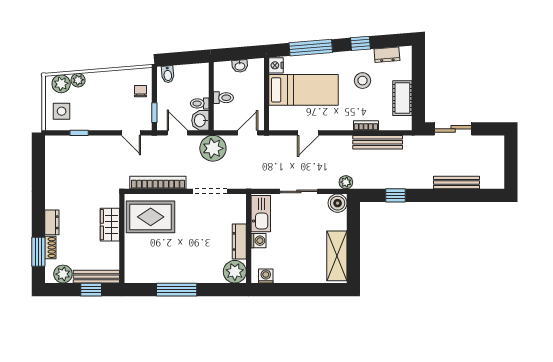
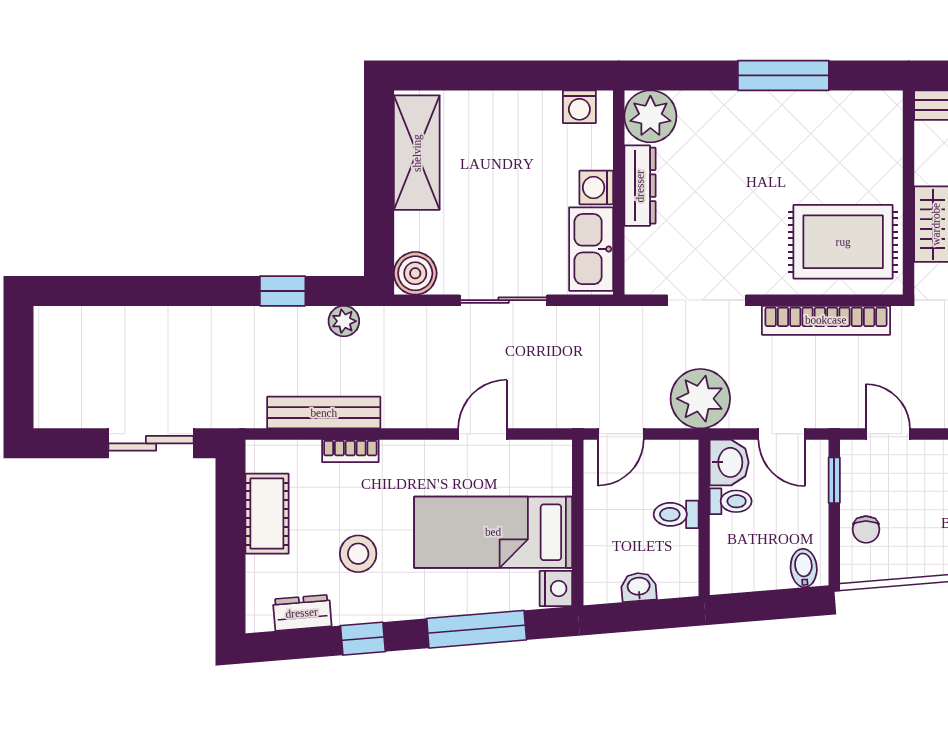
plant: (346, 182) -> (344, 321), moved
bench: (457, 183) -> (143, 320), removed

